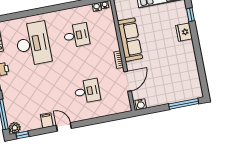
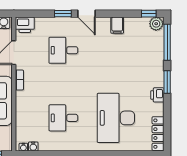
printer: (123, 106) -> (25, 25), added
window: (93, 121) -> (63, 14), added
door: (64, 127) -> (87, 14), moved

